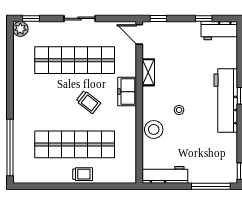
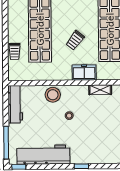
workbench: (226, 100) -> (43, 155), moved
trolley: (83, 174) -> (15, 51), moved

